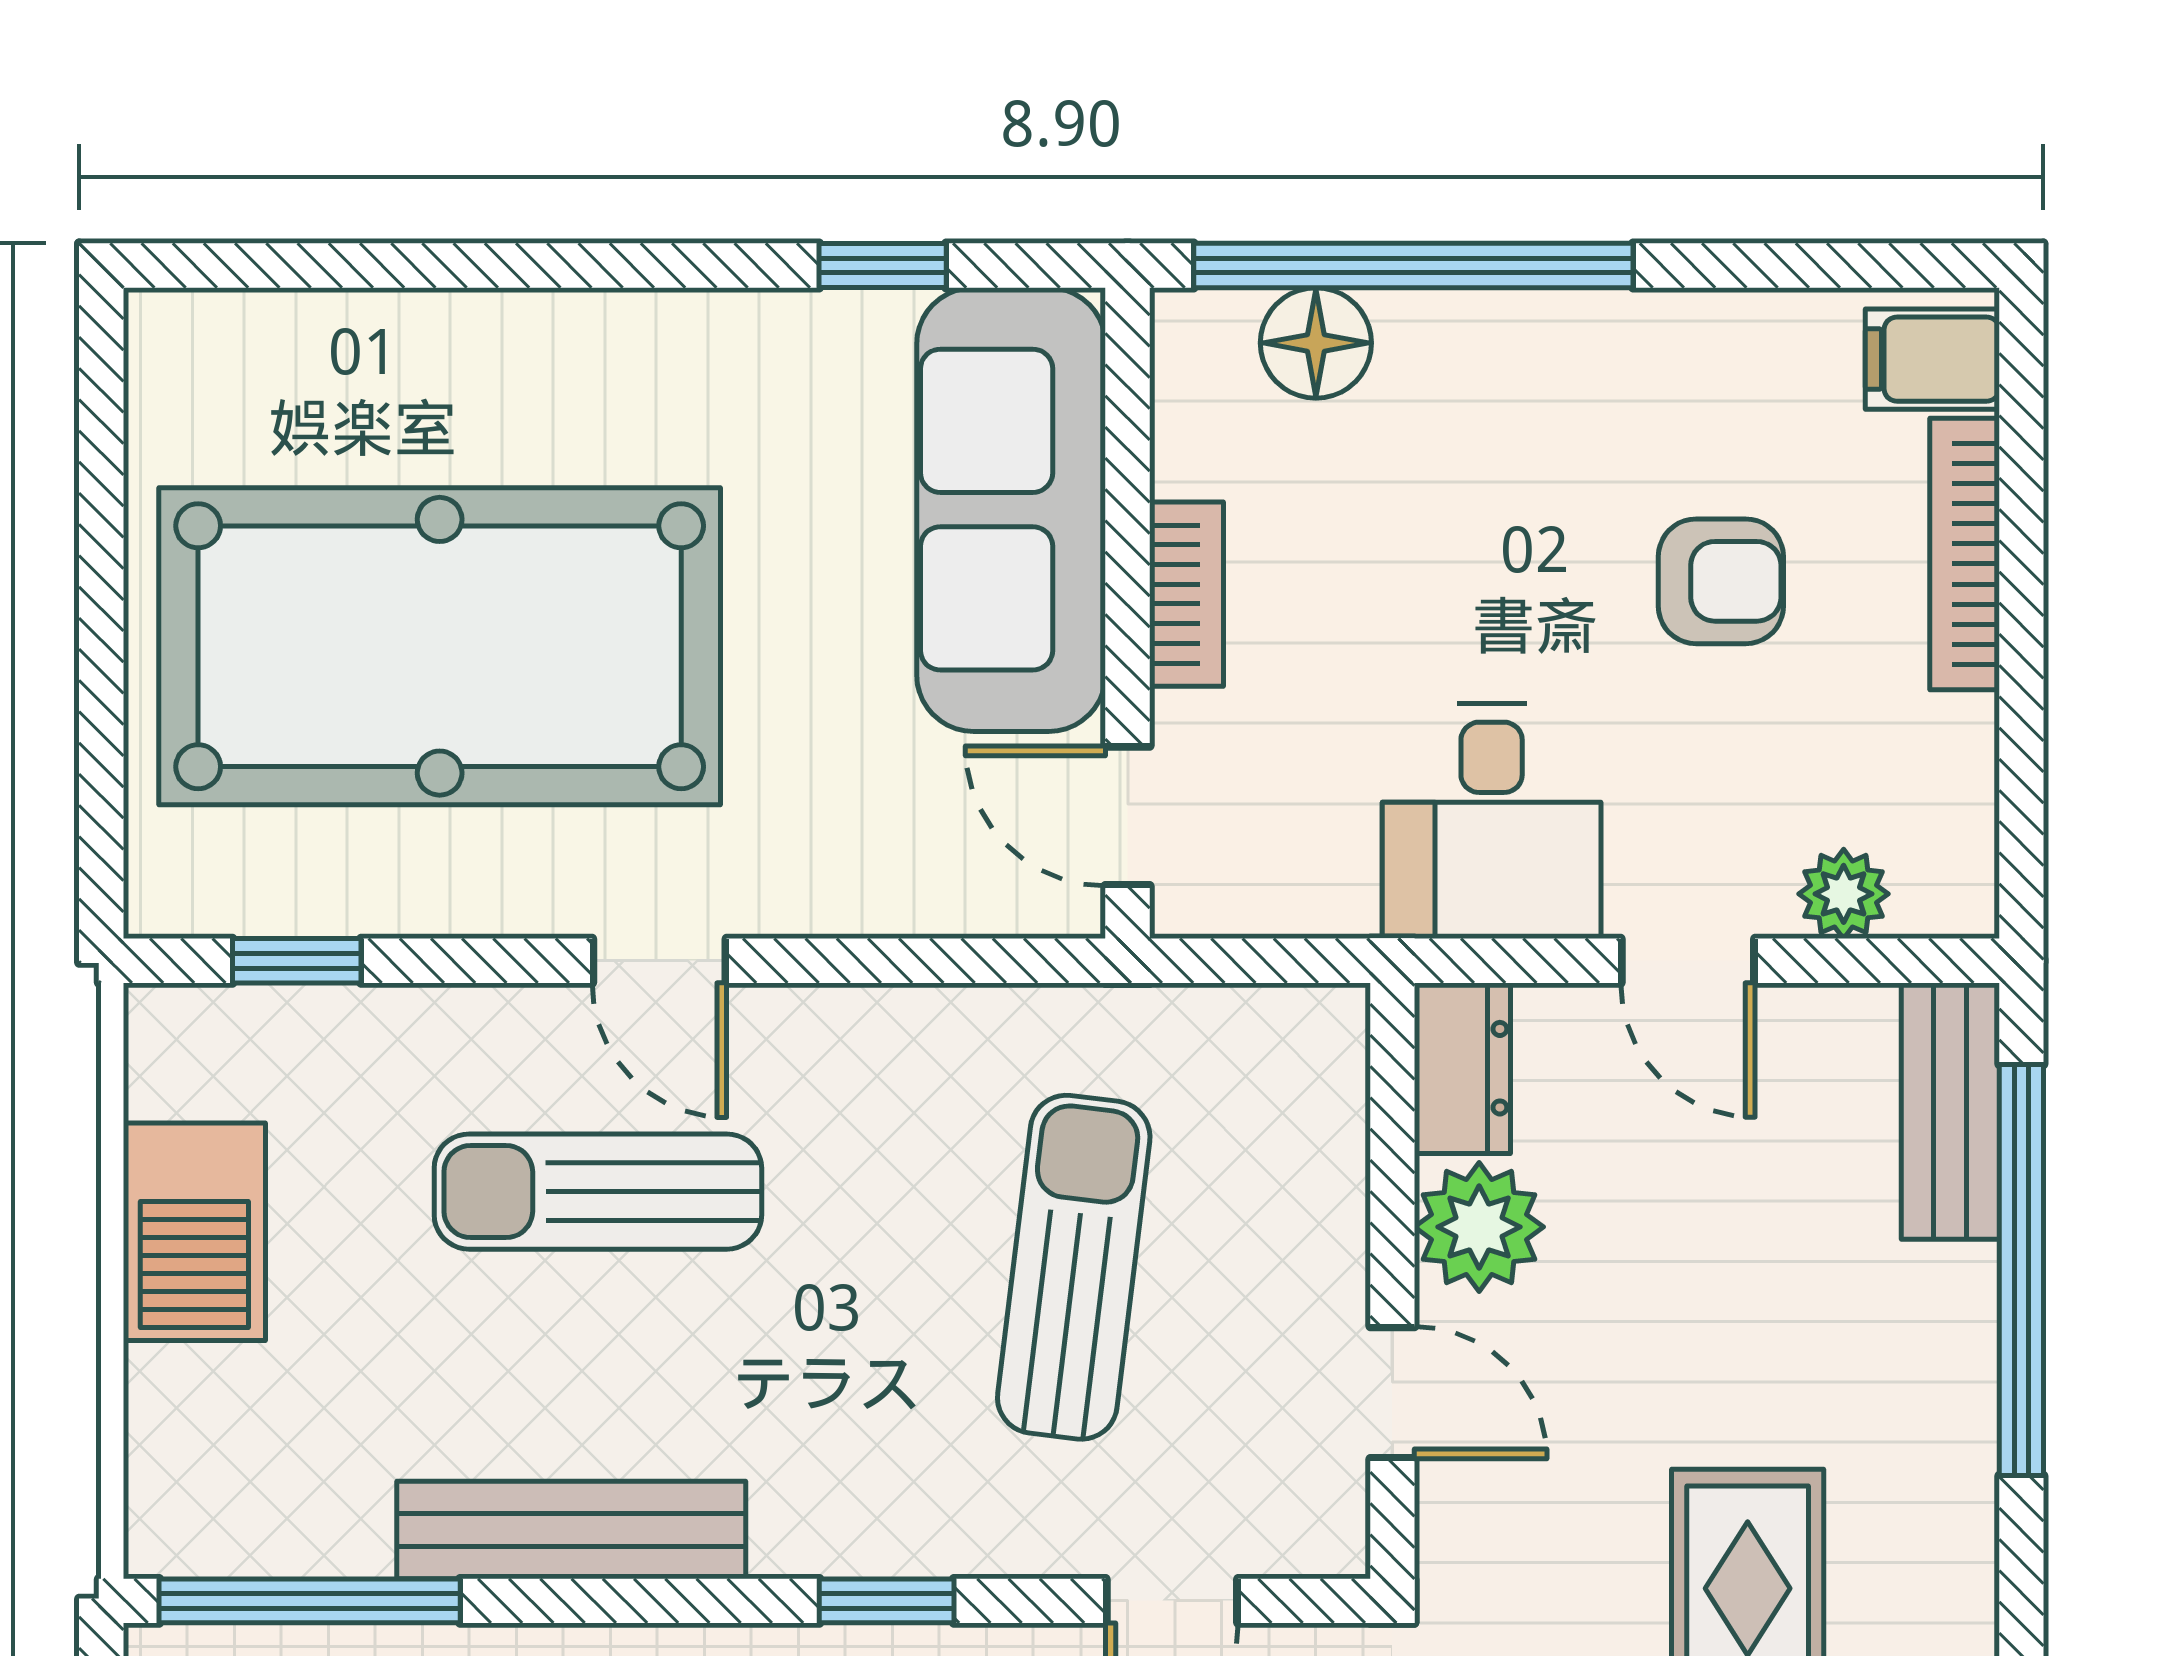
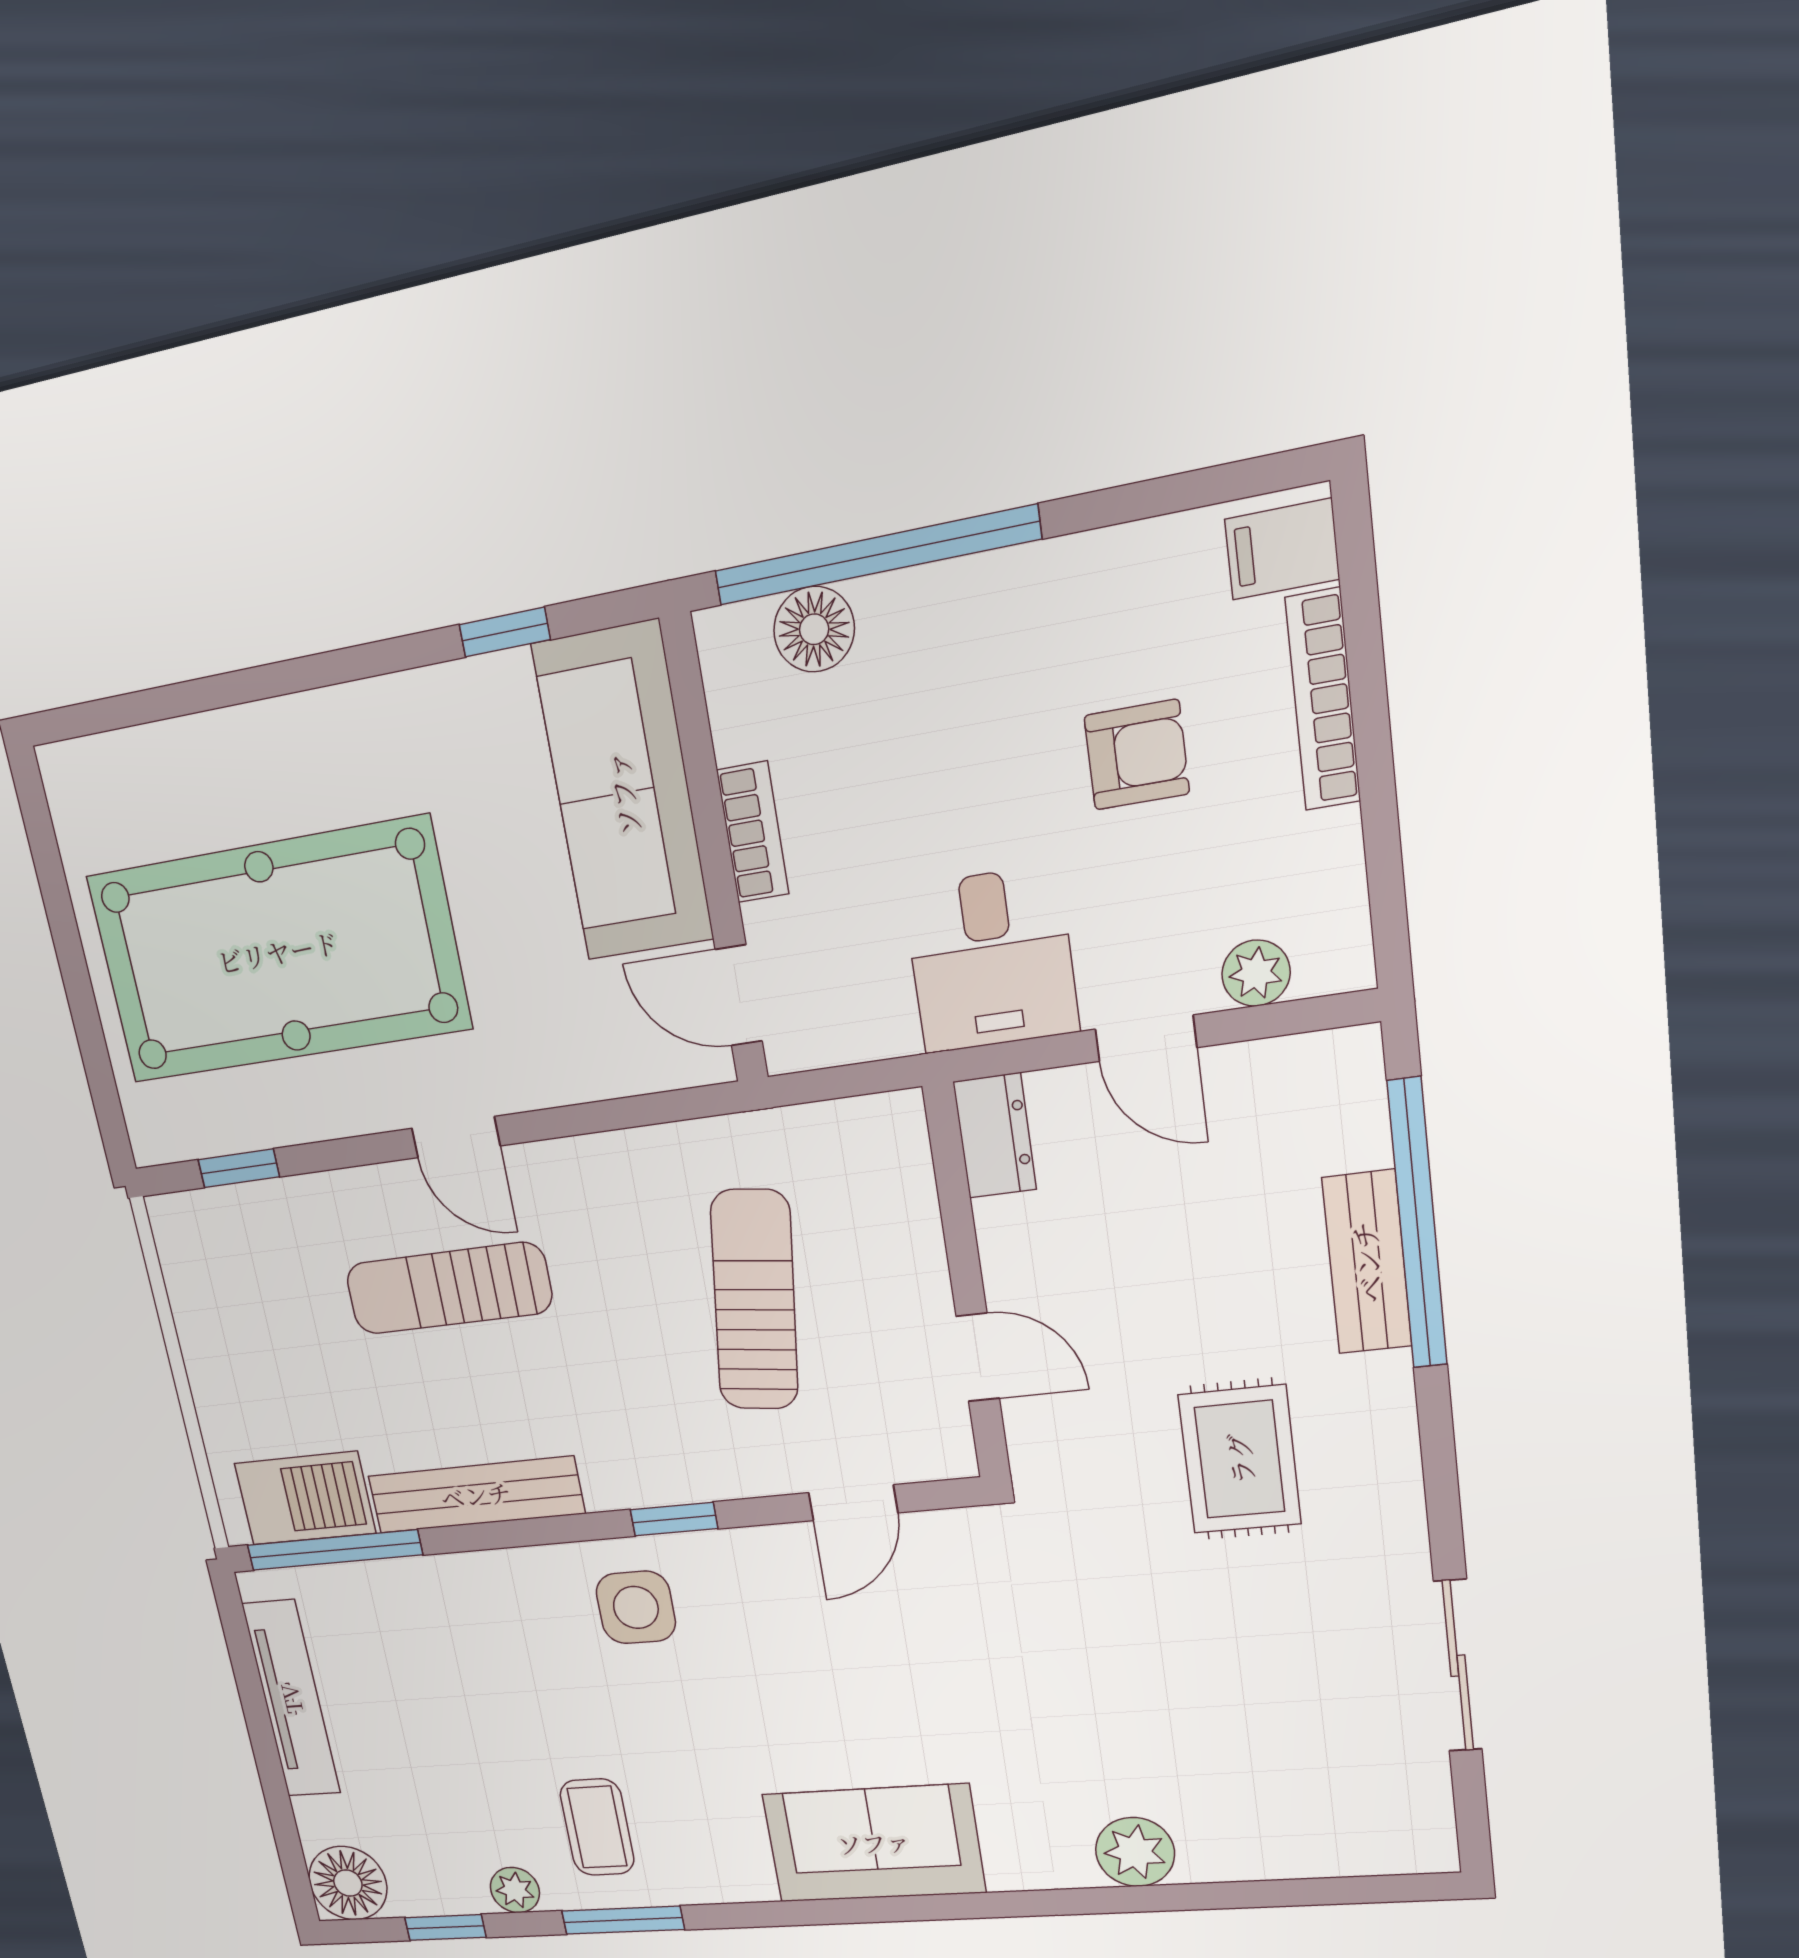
bench: (1950, 1111) -> (1367, 1262), moved
plant: (1479, 1227) -> (1021, 1242), removed
barbecue: (194, 1232) -> (305, 1498), moved, turned -90

